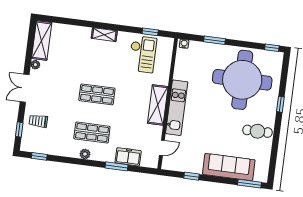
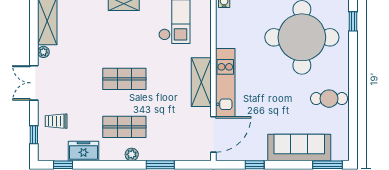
window: (280, 104) -> (353, 21), moved
door: (162, 148) -> (213, 134), width x1.88
plant: (85, 154) -> (132, 154), moved
freezer: (128, 157) -> (83, 151), moved

